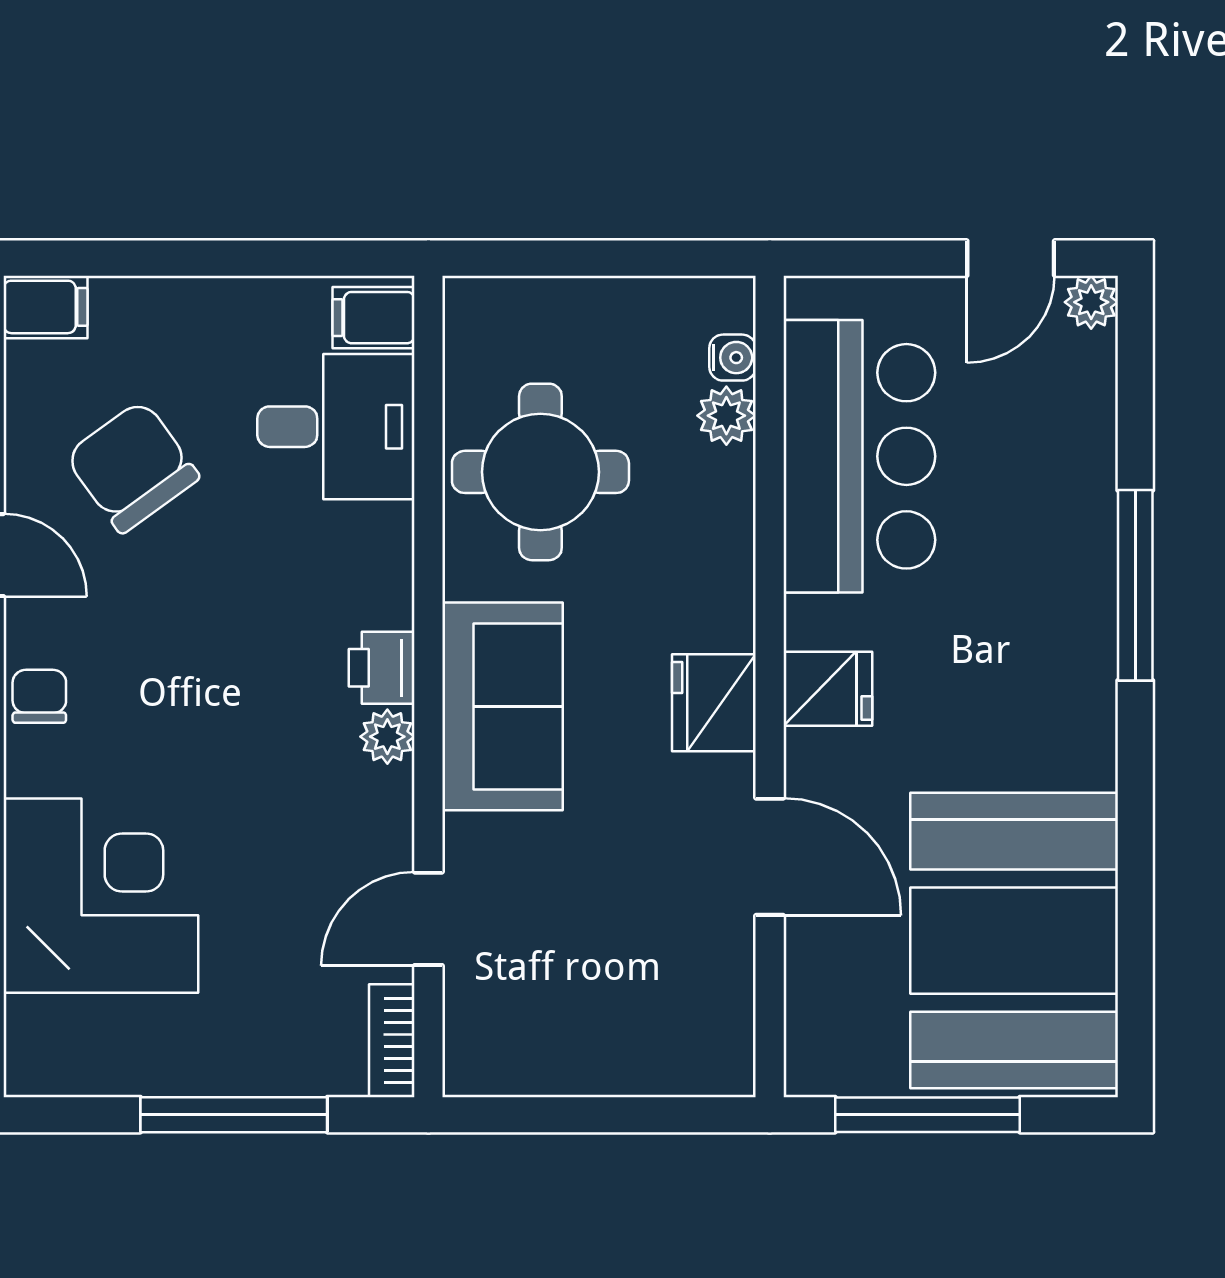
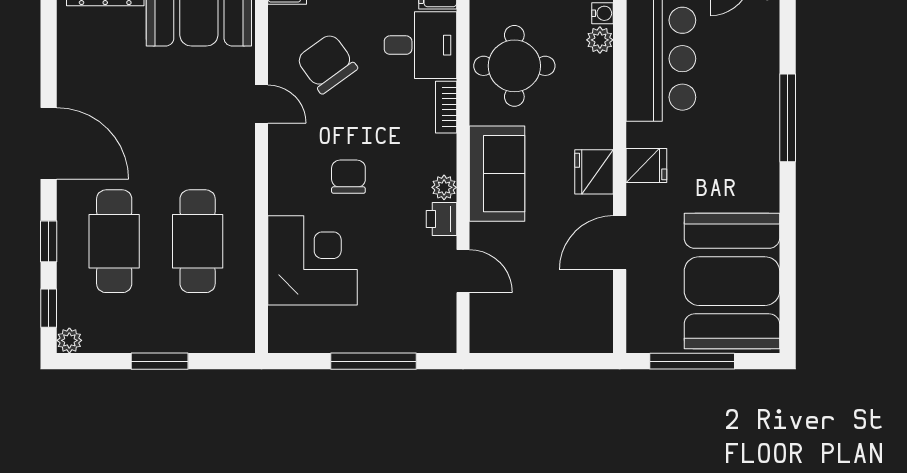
printer: (382, 668) -> (441, 219), moved
chair: (39, 696) -> (348, 177), moved, width x1.37, depth x1.37
door: (770, 857) -> (620, 243), swing flipped
door: (428, 919) -> (463, 271), swing flipped
bookcase: (392, 1041) -> (446, 107), moved

